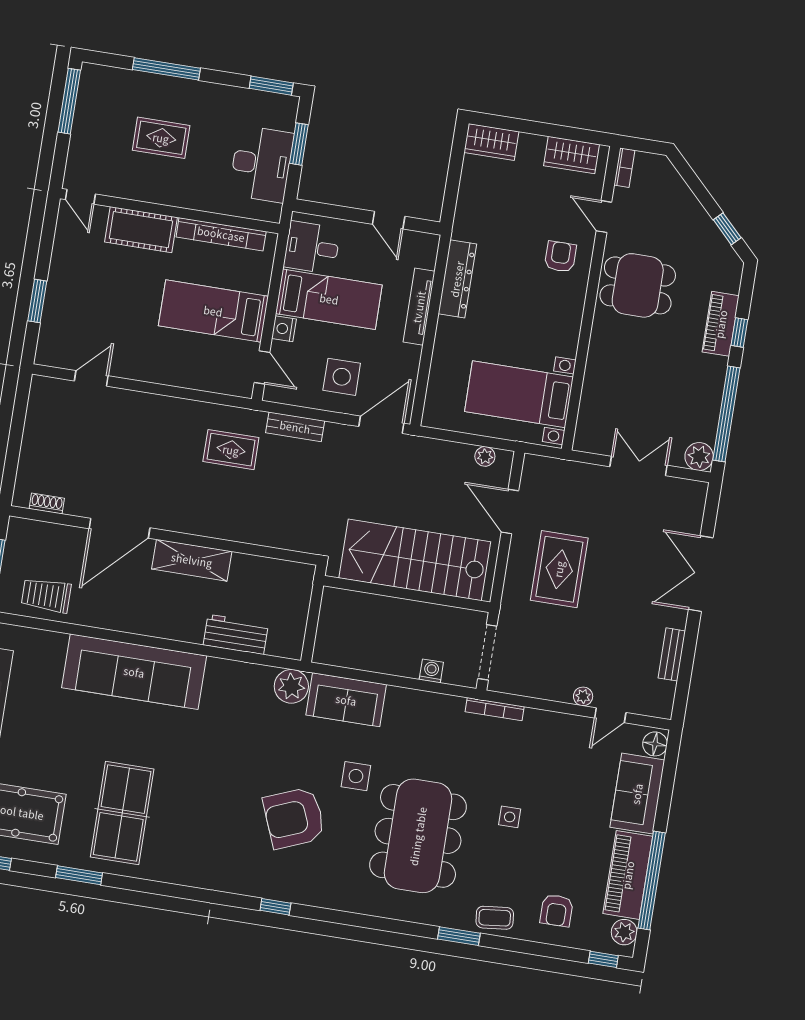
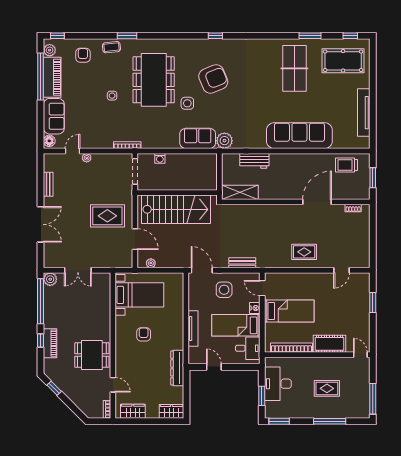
armchair: (560, 257) -> (144, 334), moved, turned 180
dresser: (457, 279) -> (177, 368), moved
door: (381, 425) -> (202, 270), swing flipped
rug: (231, 450) -> (304, 252), moved
shelving: (192, 560) -> (240, 192), moved
rug: (559, 569) -> (107, 216), turned 90
trolley: (46, 595) -> (346, 165), turned 180

